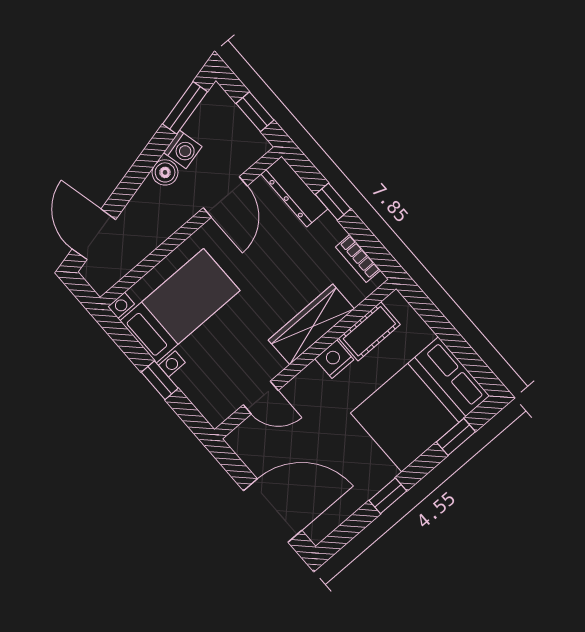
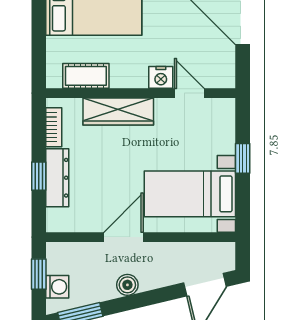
washing machine: (183, 149) -> (57, 287), moved, turned 103
dresser: (294, 192) -> (57, 178), moved
door: (225, 197) -> (124, 237), moved
nightstand: (334, 359) -> (161, 77), moved

